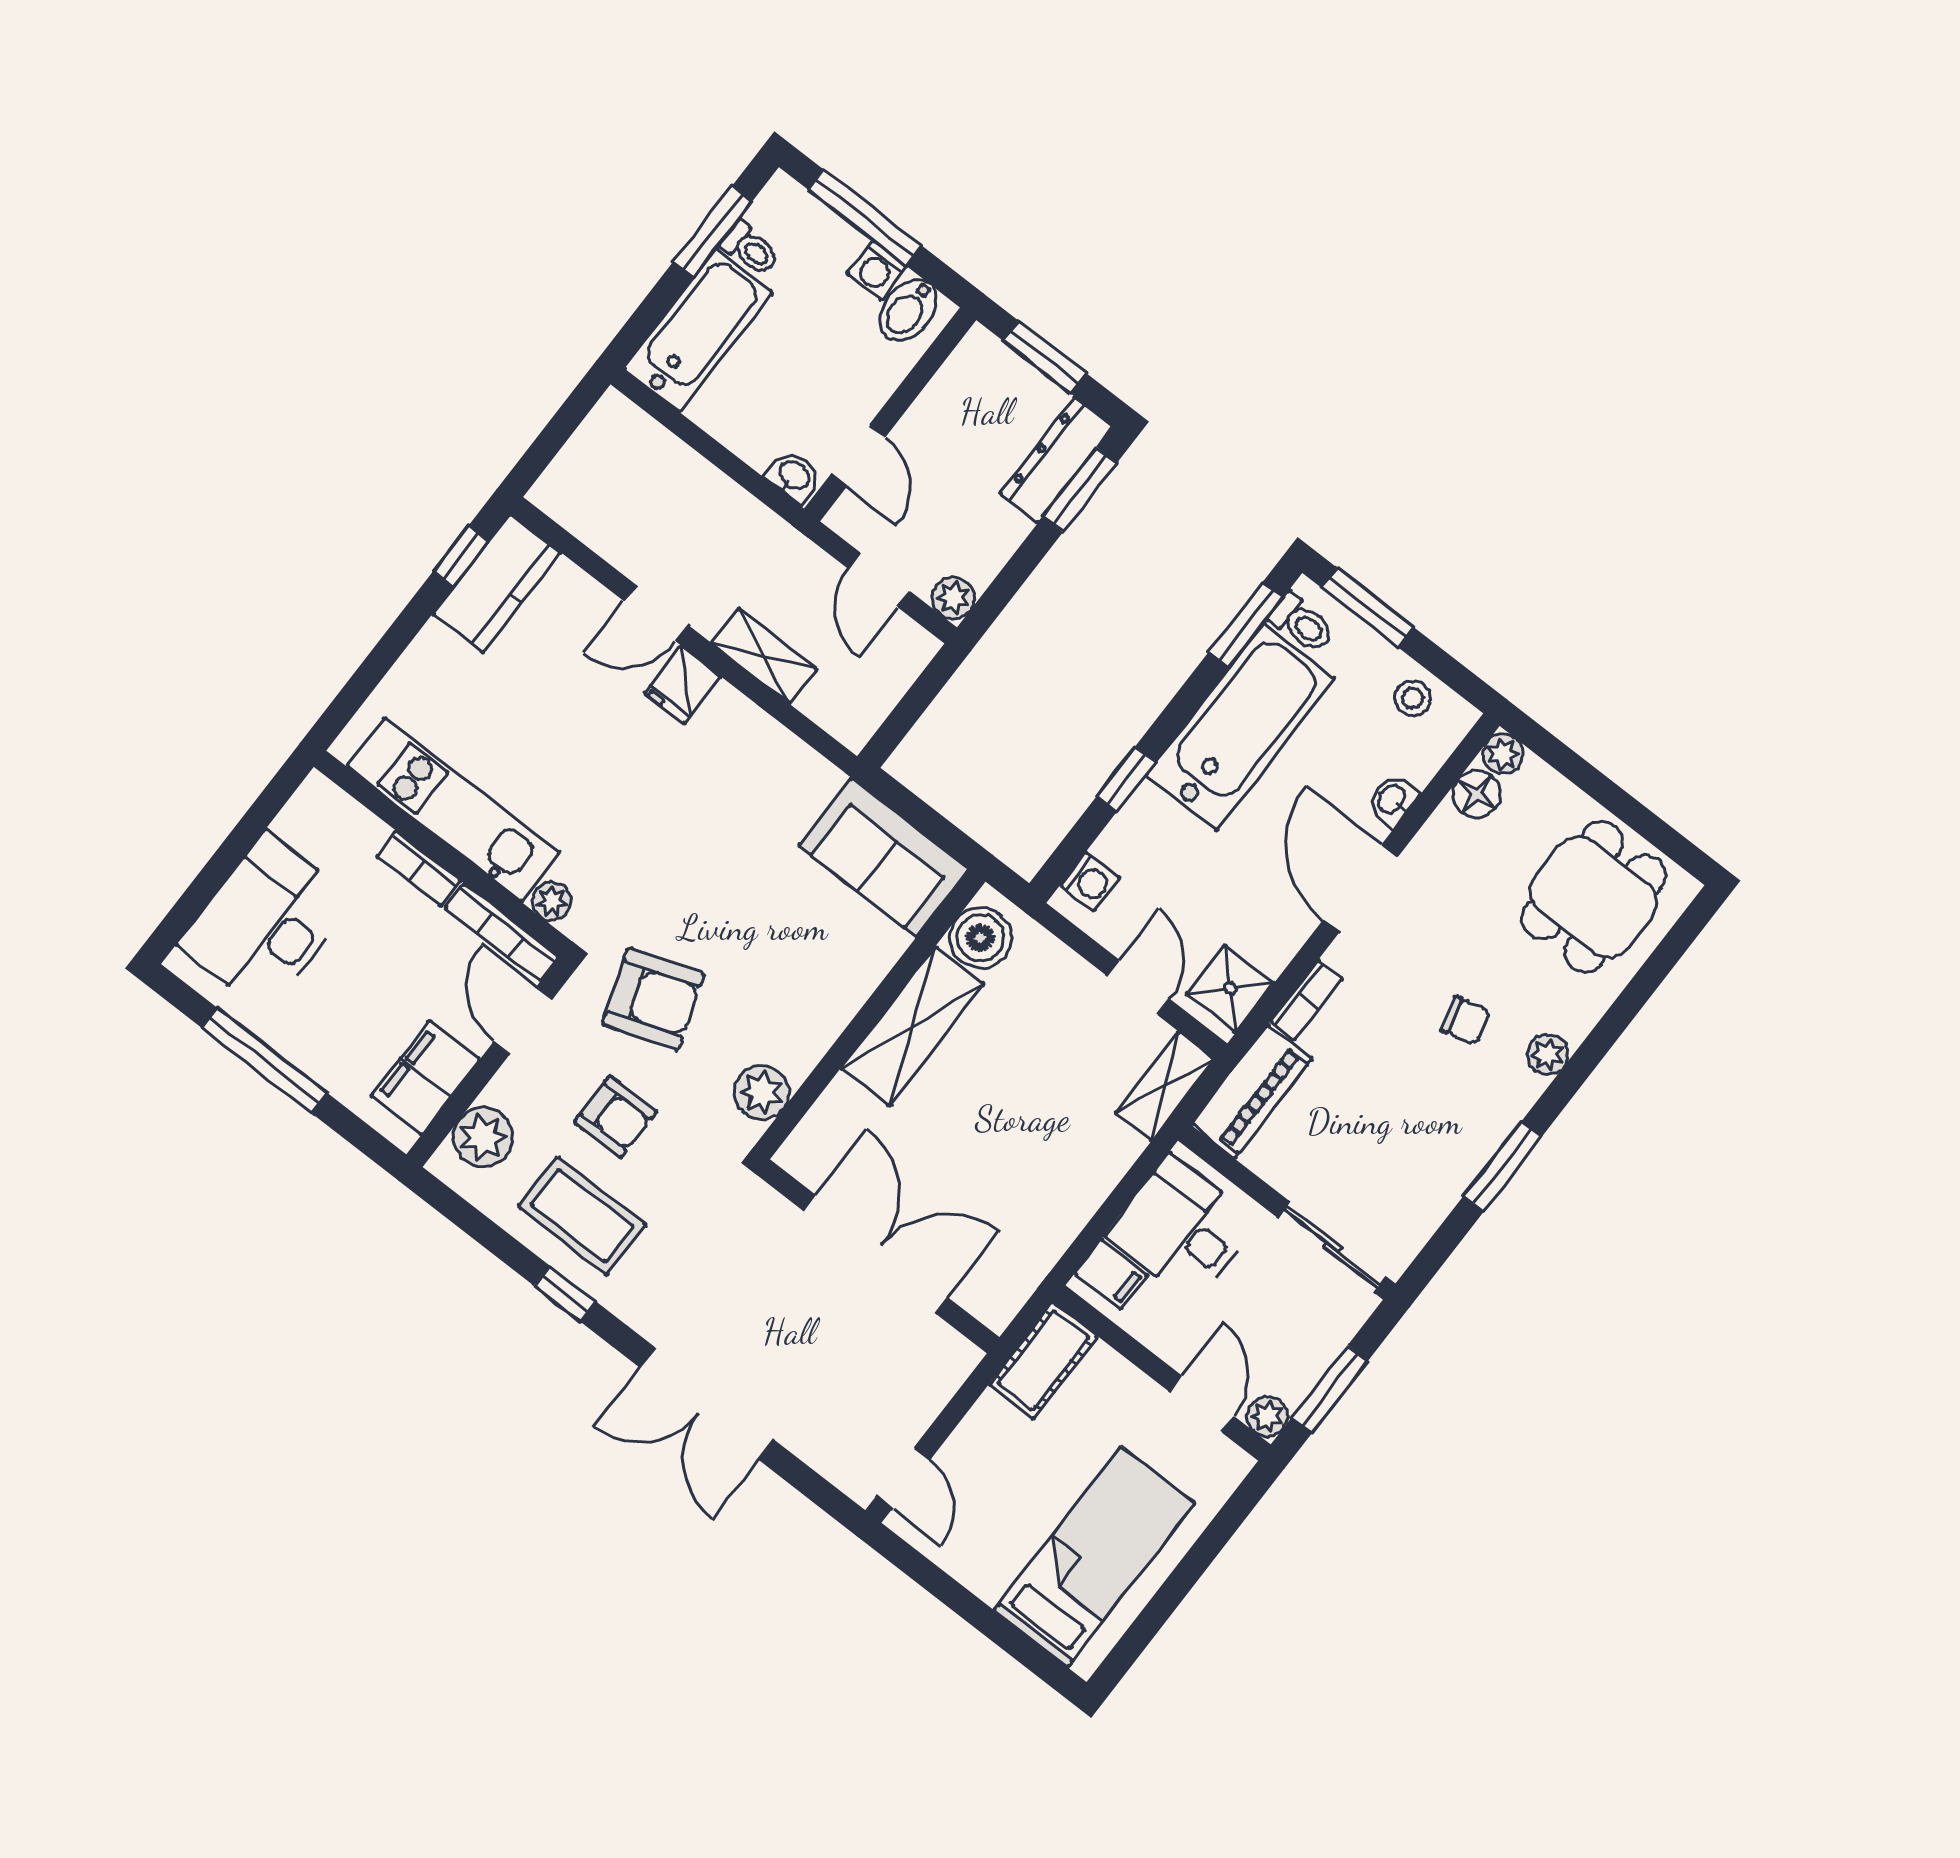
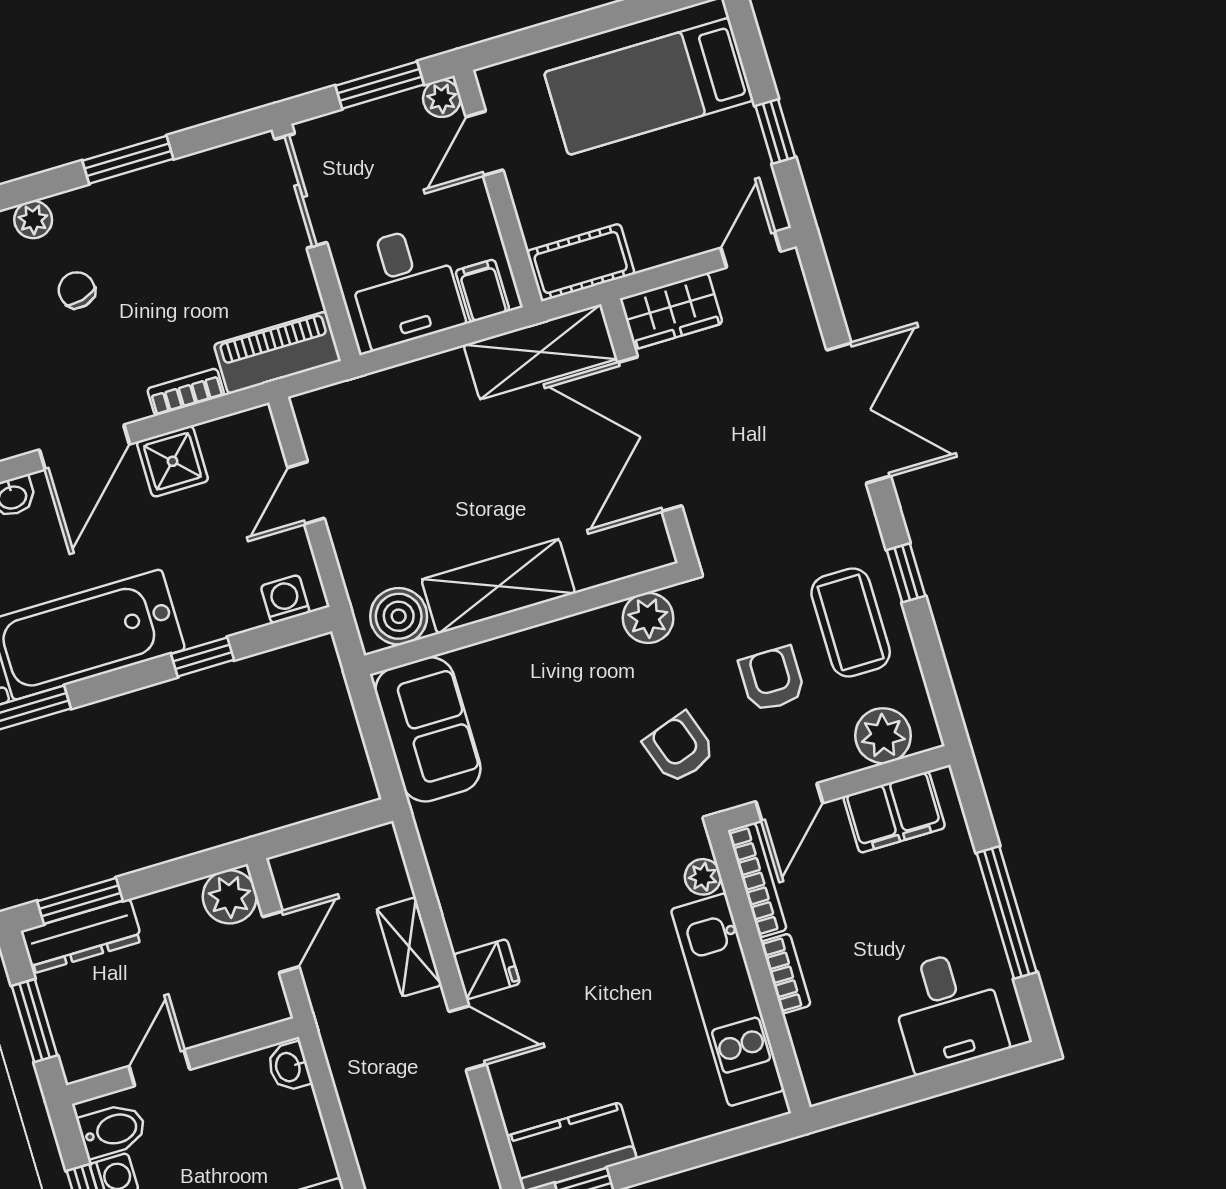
door: (858, 456) -> (159, 1068), moved
plant: (953, 598) -> (230, 897), width x1.38, depth x1.38
desk: (266, 922) -> (948, 1011), width x0.73
shower: (1230, 989) -> (173, 461), moved
armchair: (653, 999) -> (679, 748), width x0.72, depth x0.72
shelving: (1165, 1086) -> (540, 352), moved, width x1.50, depth x1.33
wardrobe: (934, 1375) -> (671, 311), added
window: (956, 1597) -> (775, 131), added

